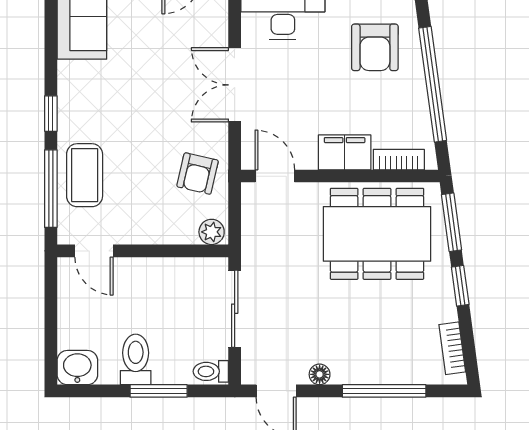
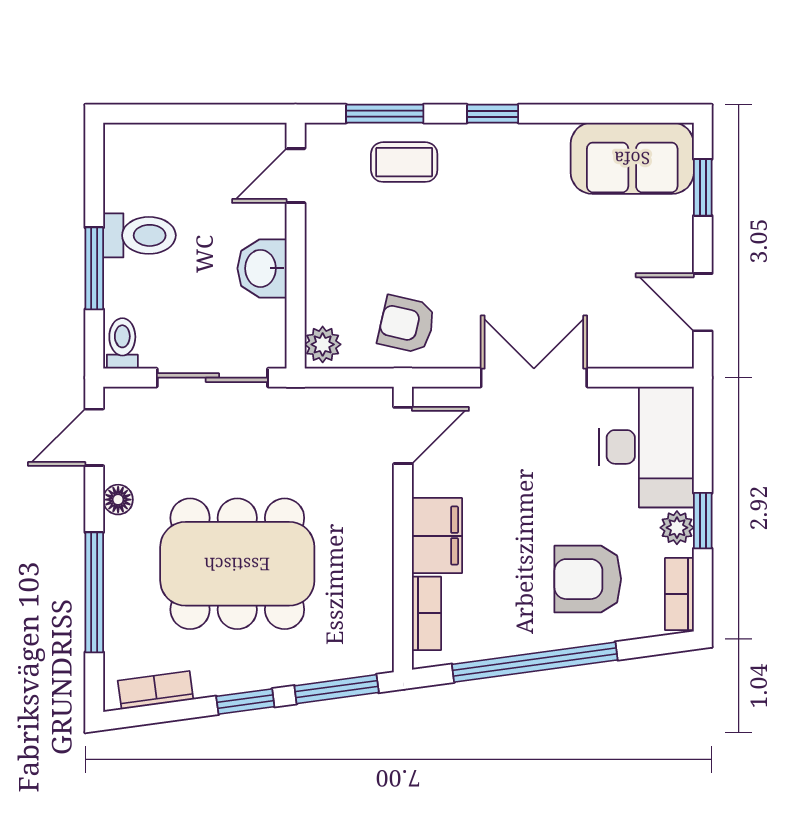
coffee table: (85, 175) -> (404, 162), width x0.73, depth x0.77
window: (51, 189) -> (385, 114), width x0.69
dining table: (377, 234) -> (237, 564), moved, turned 90
washbasin: (77, 368) -> (262, 268), moved, turned 180

